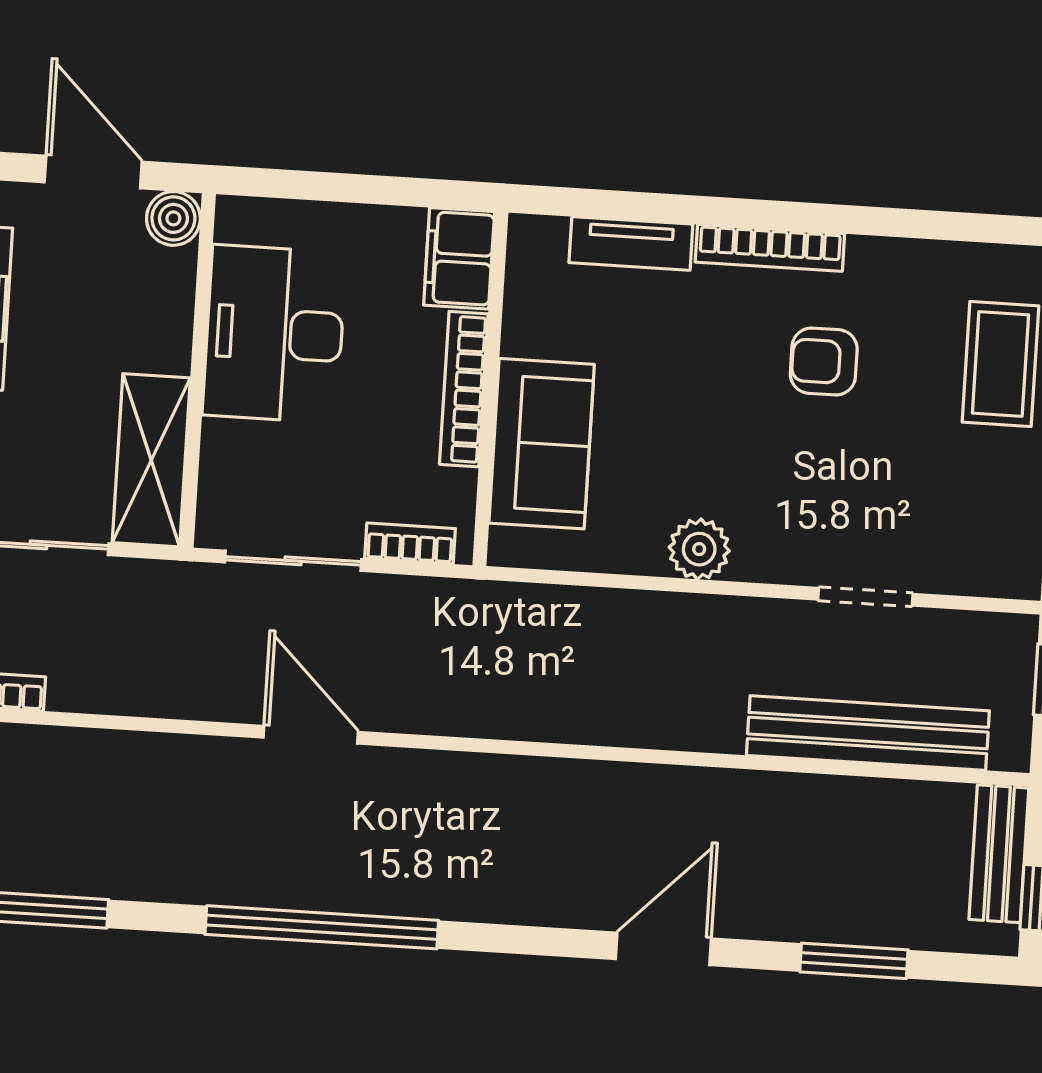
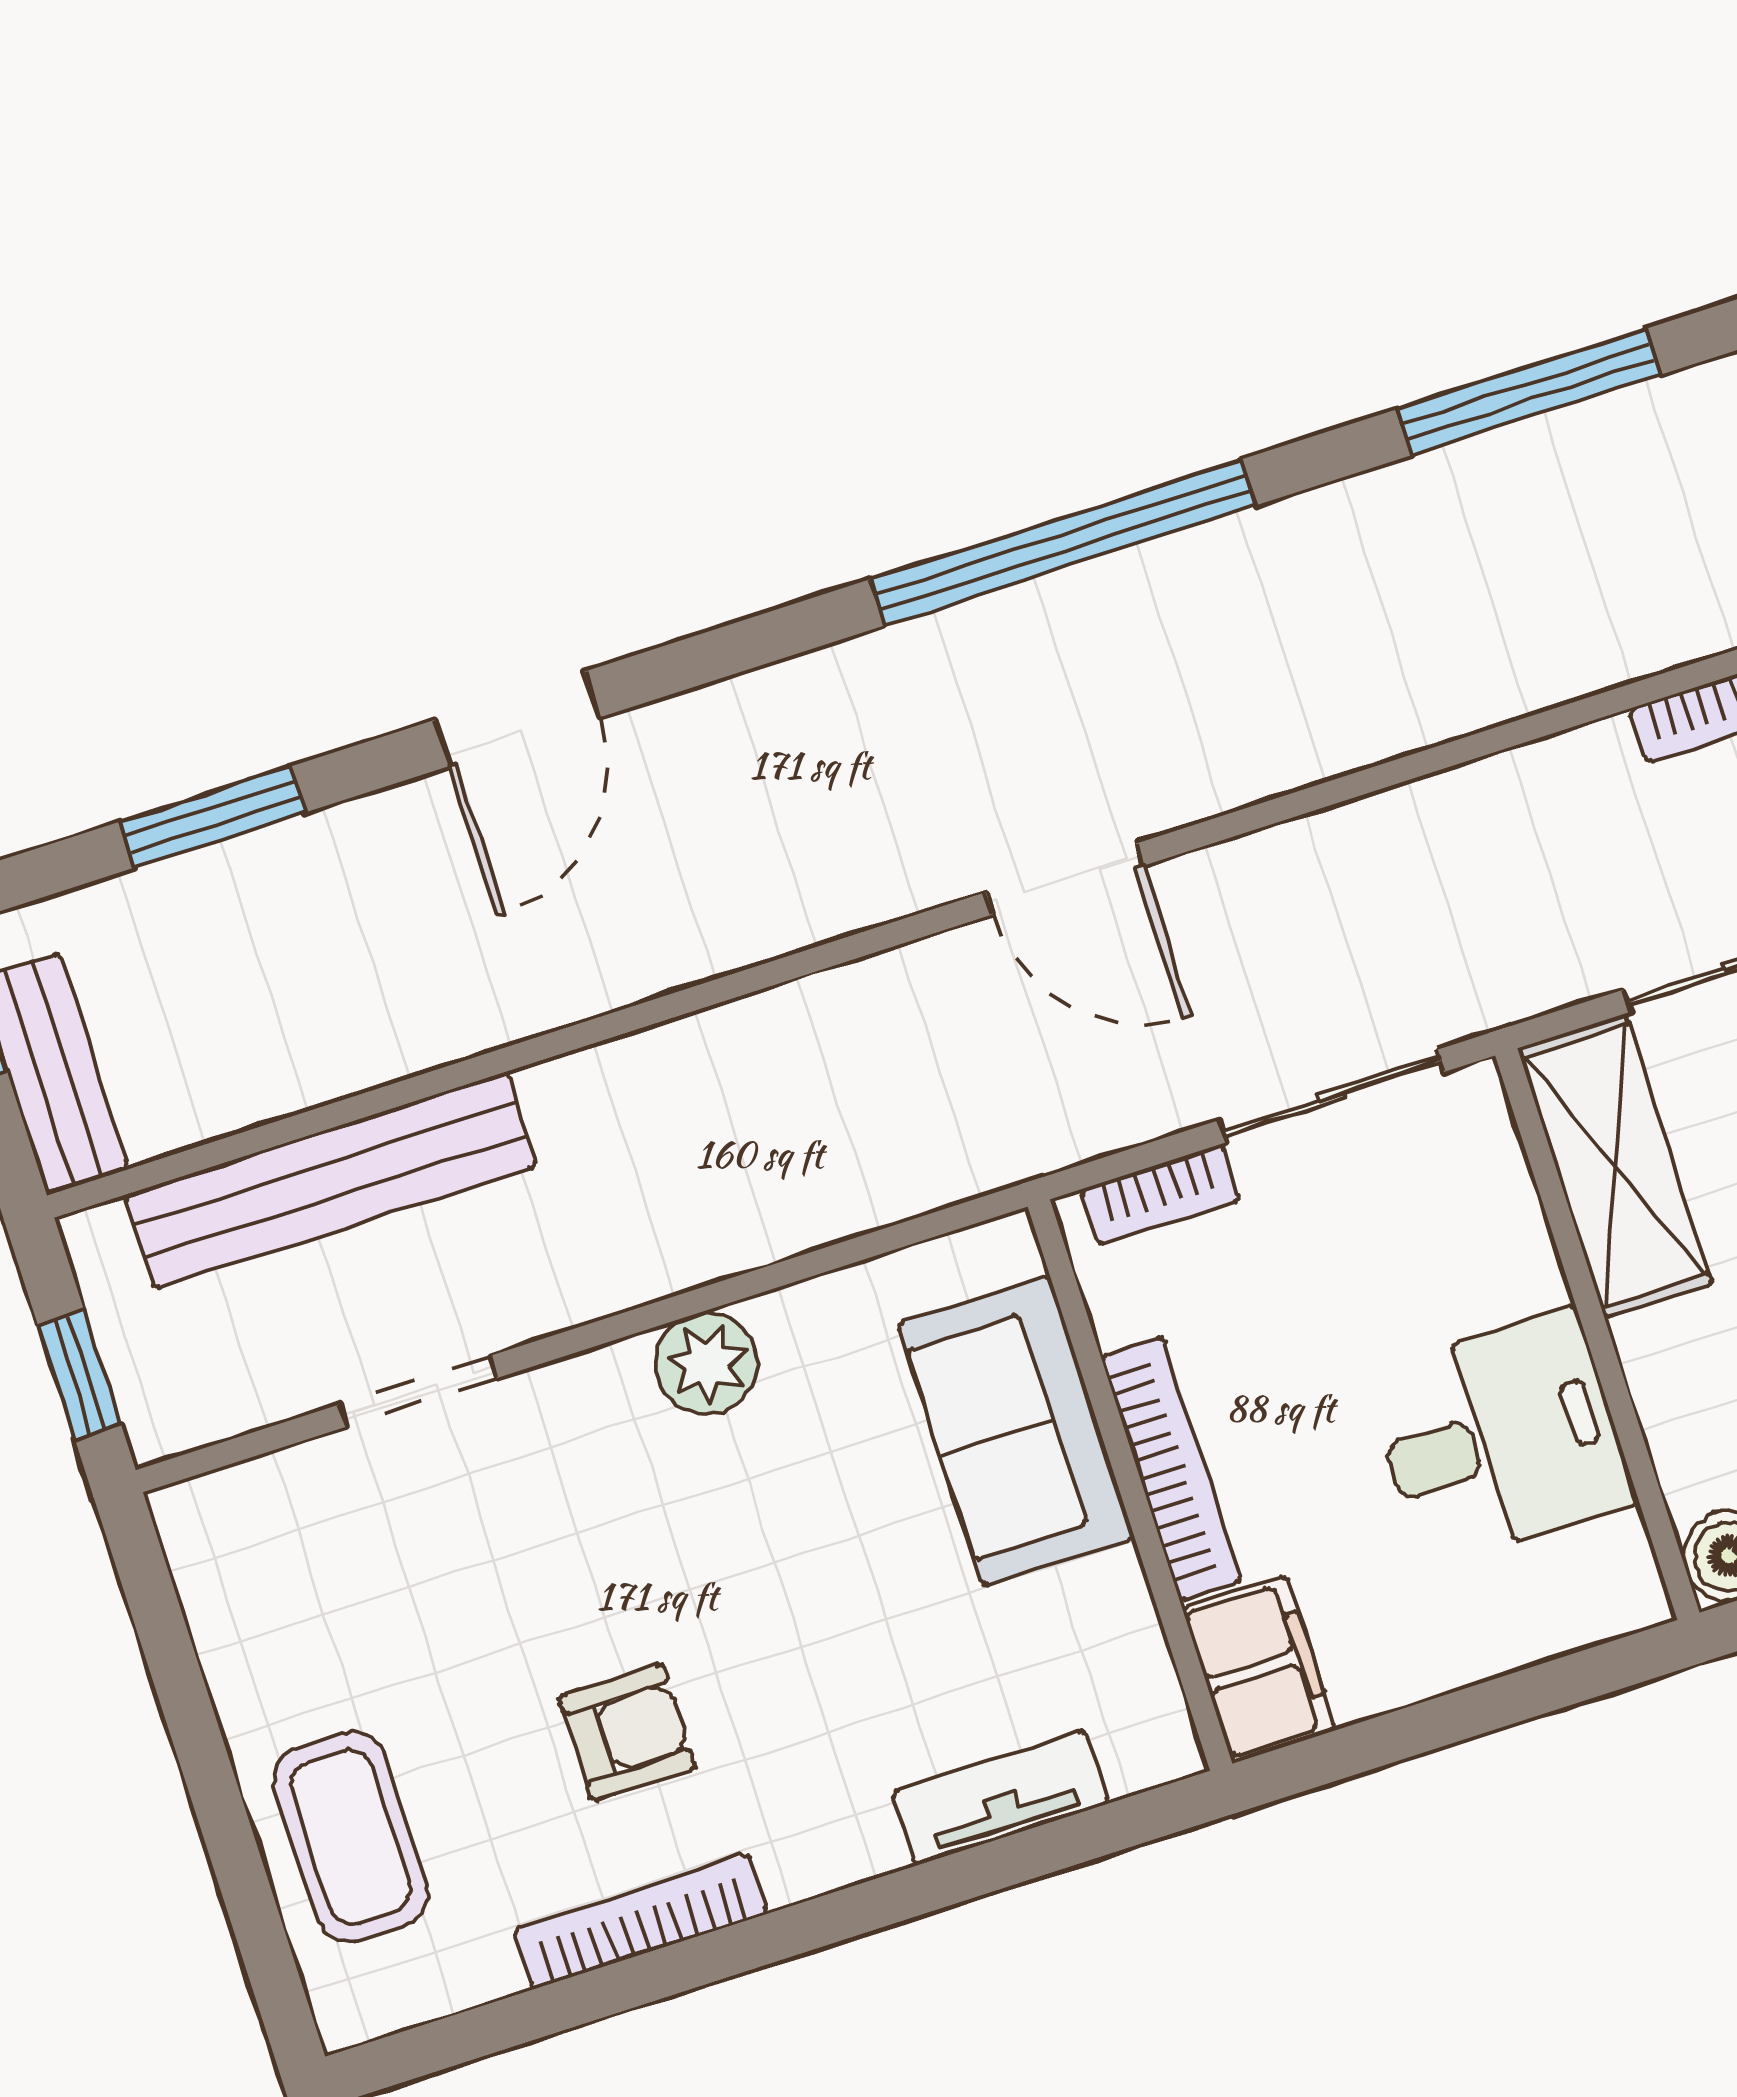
bookcase: (770, 248) -> (641, 1922), moved
desk: (274, 334) -> (1501, 1438), width x0.73
door: (311, 735) -> (1064, 879), moved

